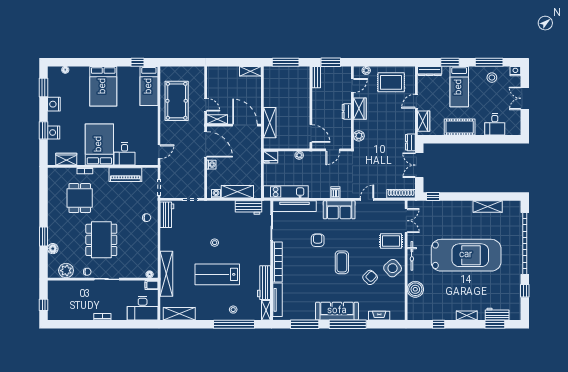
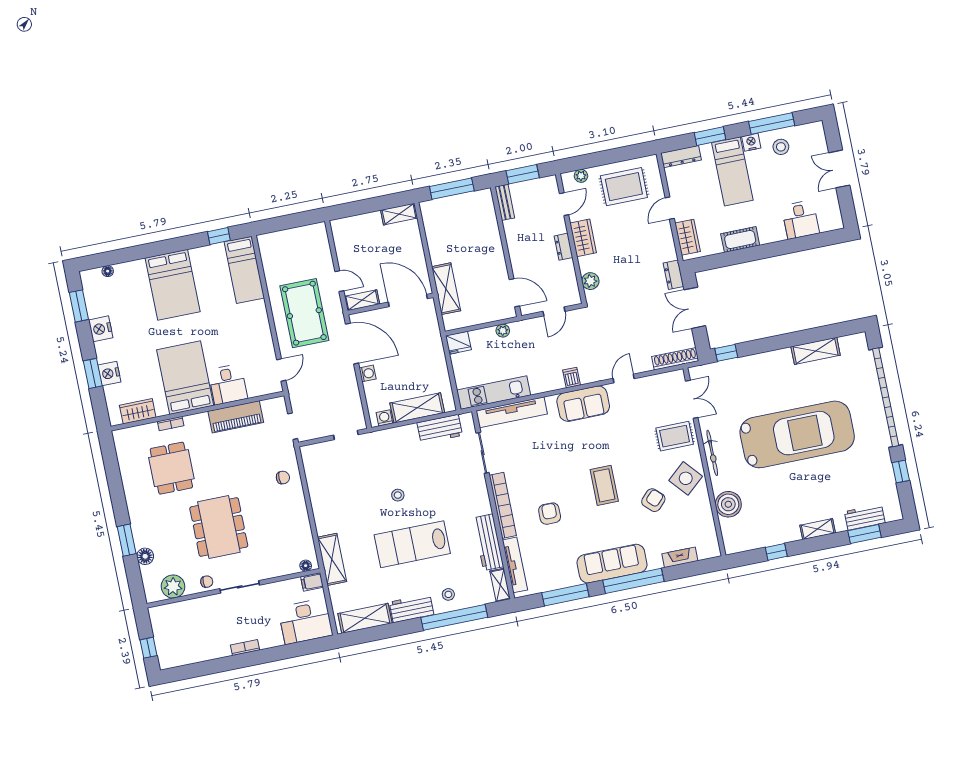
nightstand: (515, 71) -> (751, 142), moved
pool table: (177, 101) -> (304, 313), moved
cot: (460, 127) -> (740, 240), width x0.73, depth x0.75
workbench: (167, 215) -> (411, 608), moved, turned -90
armchair: (318, 240) -> (550, 514), moved
shelving: (166, 274) -> (332, 559), width x0.68

